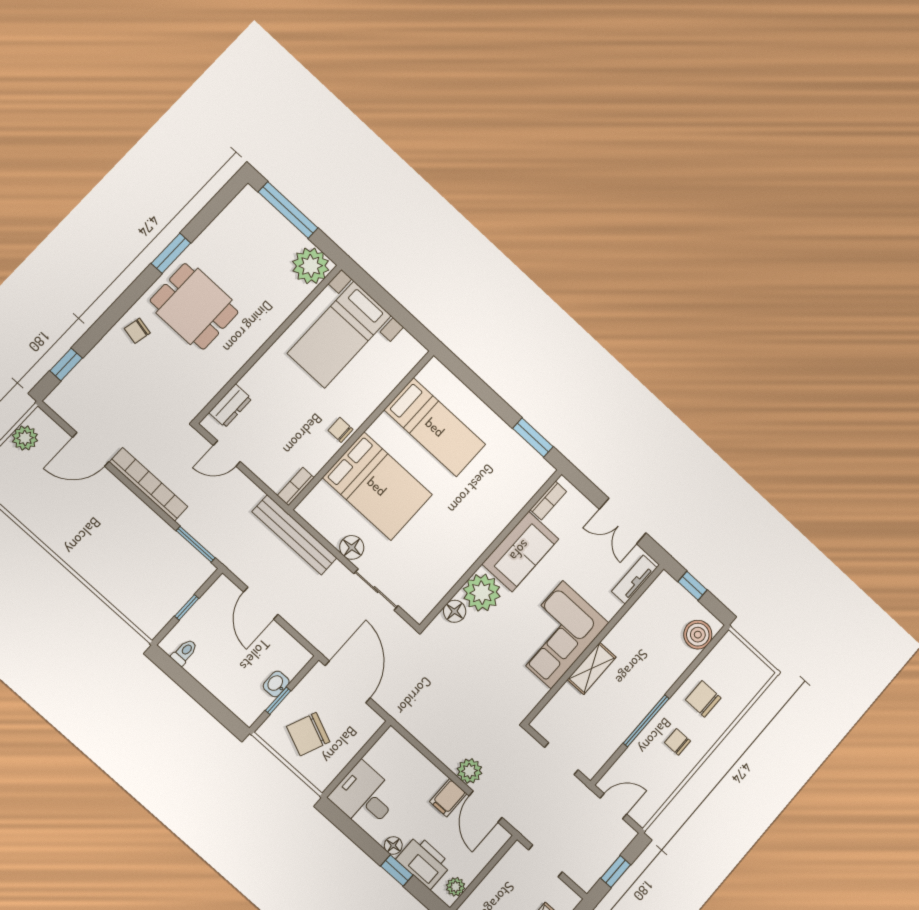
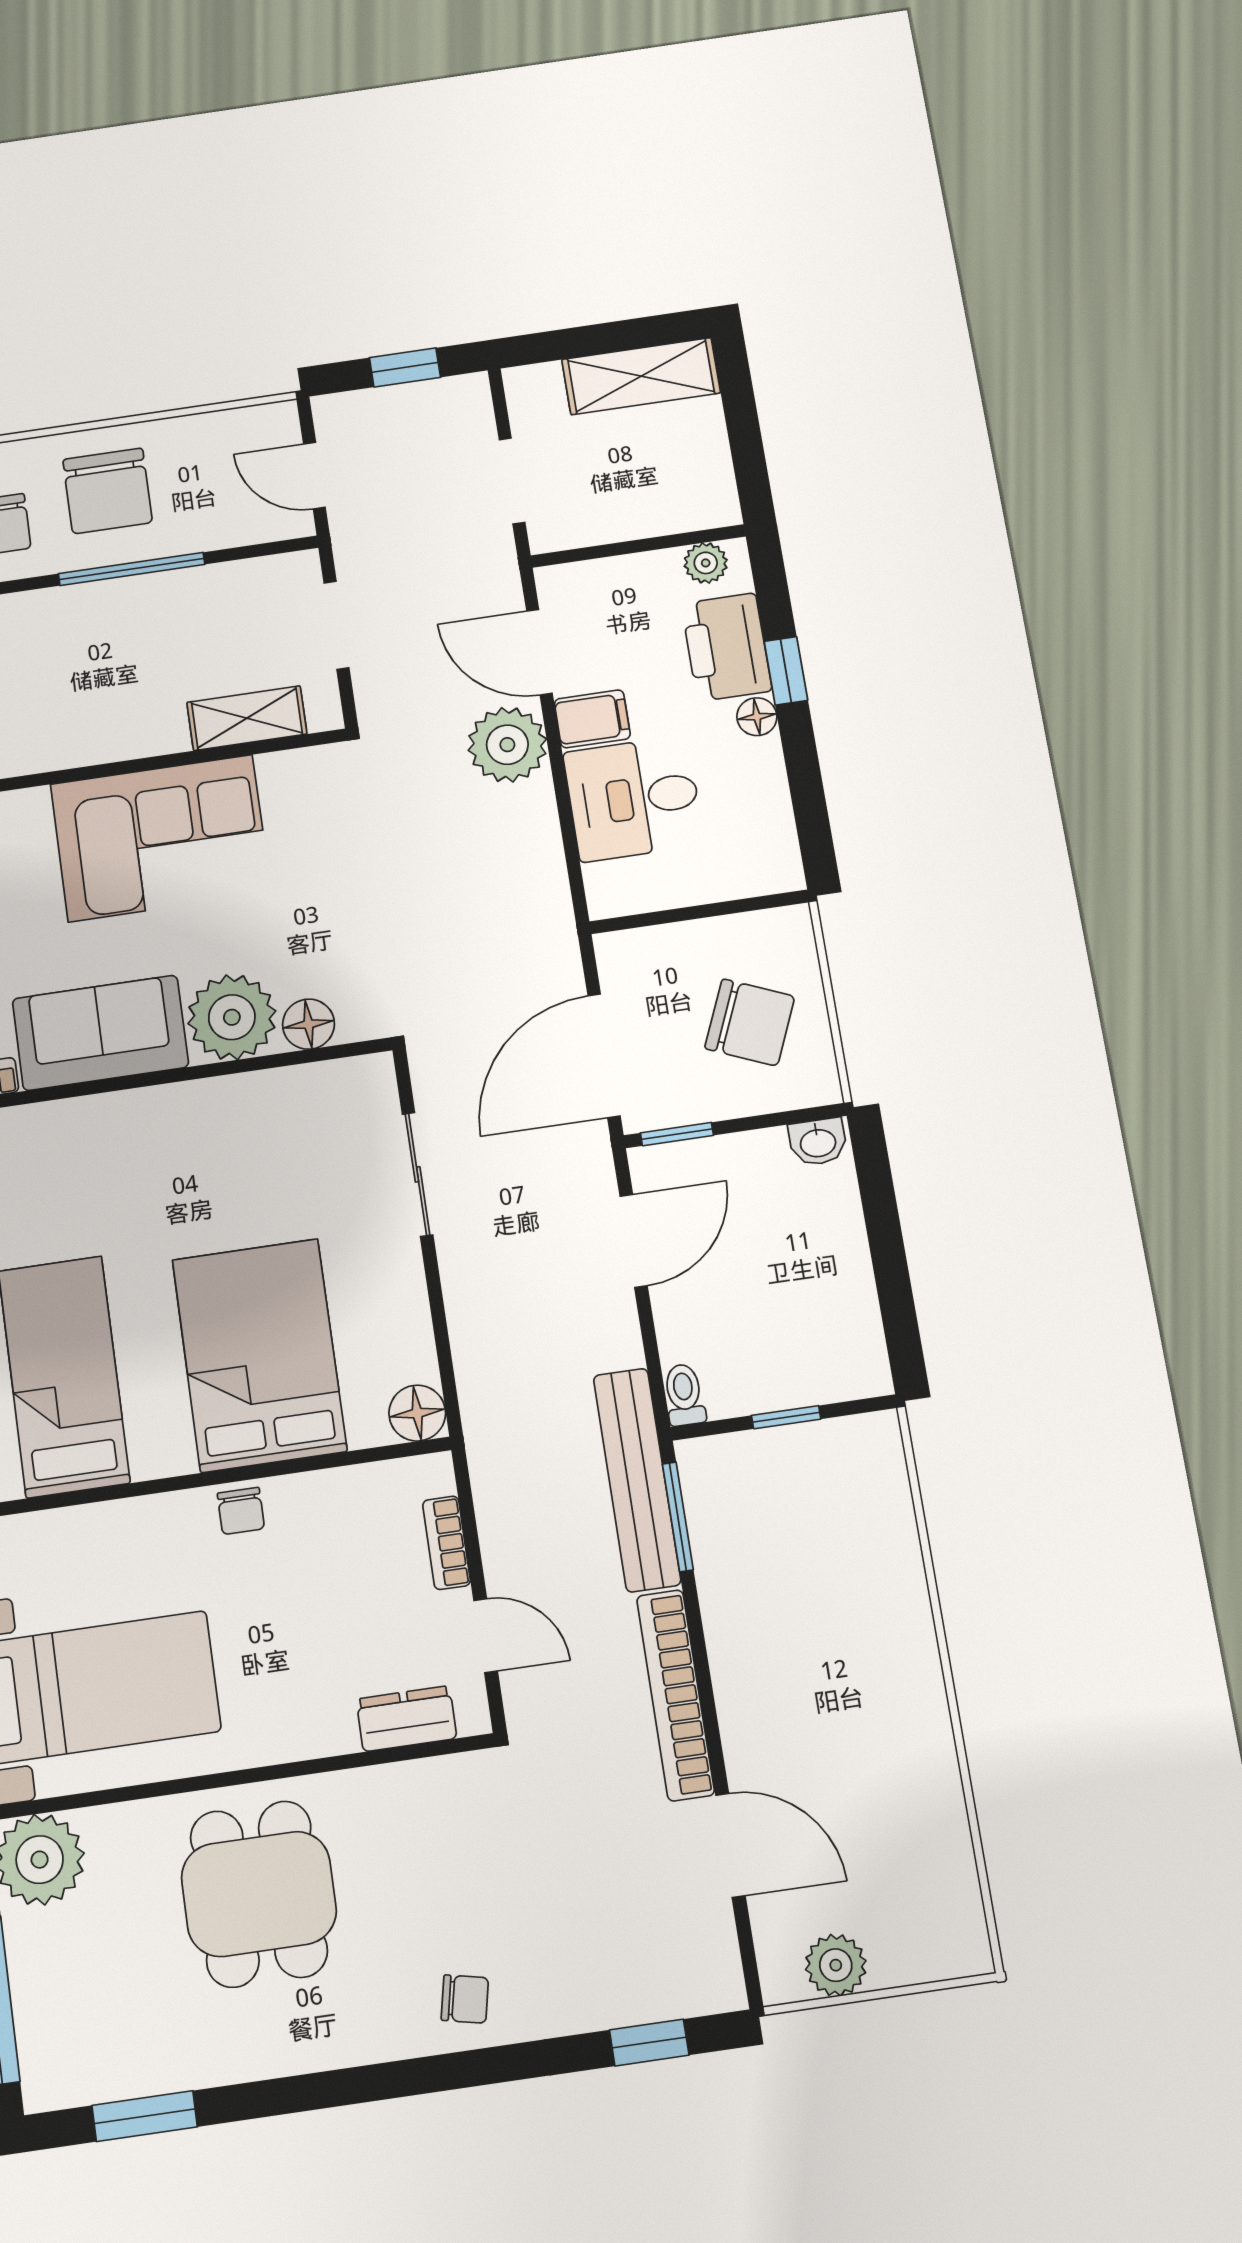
window: (171, 253) -> (145, 2116), moved
dining table: (194, 306) -> (259, 1894), moved
bookcase: (296, 486) -> (446, 1543), moved, turned 90
bench: (294, 535) -> (637, 1480), moved
floor lamp: (352, 547) -> (417, 1413), moved
door: (261, 603) -> (634, 1241), moved
toilet: (184, 652) -> (684, 1395), moved, turned 90
shelving: (592, 668) -> (247, 718), moved
washbasin: (276, 684) -> (818, 1142), moved
window: (278, 701) -> (677, 1134), moved
chair: (678, 742) -> (108, 491), width x1.87, depth x1.87
plant: (470, 771) -> (507, 745), width x1.36, depth x1.36
desk: (364, 796) -> (634, 799), moved, turned 90
door: (486, 807) -> (539, 652), swing flipped

